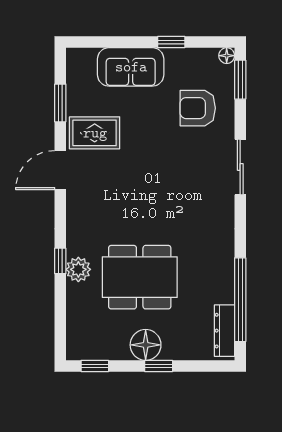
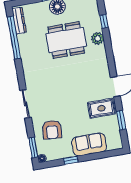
armchair: (198, 108) -> (52, 130), turned 95
window: (60, 261) -> (104, 21), moved

